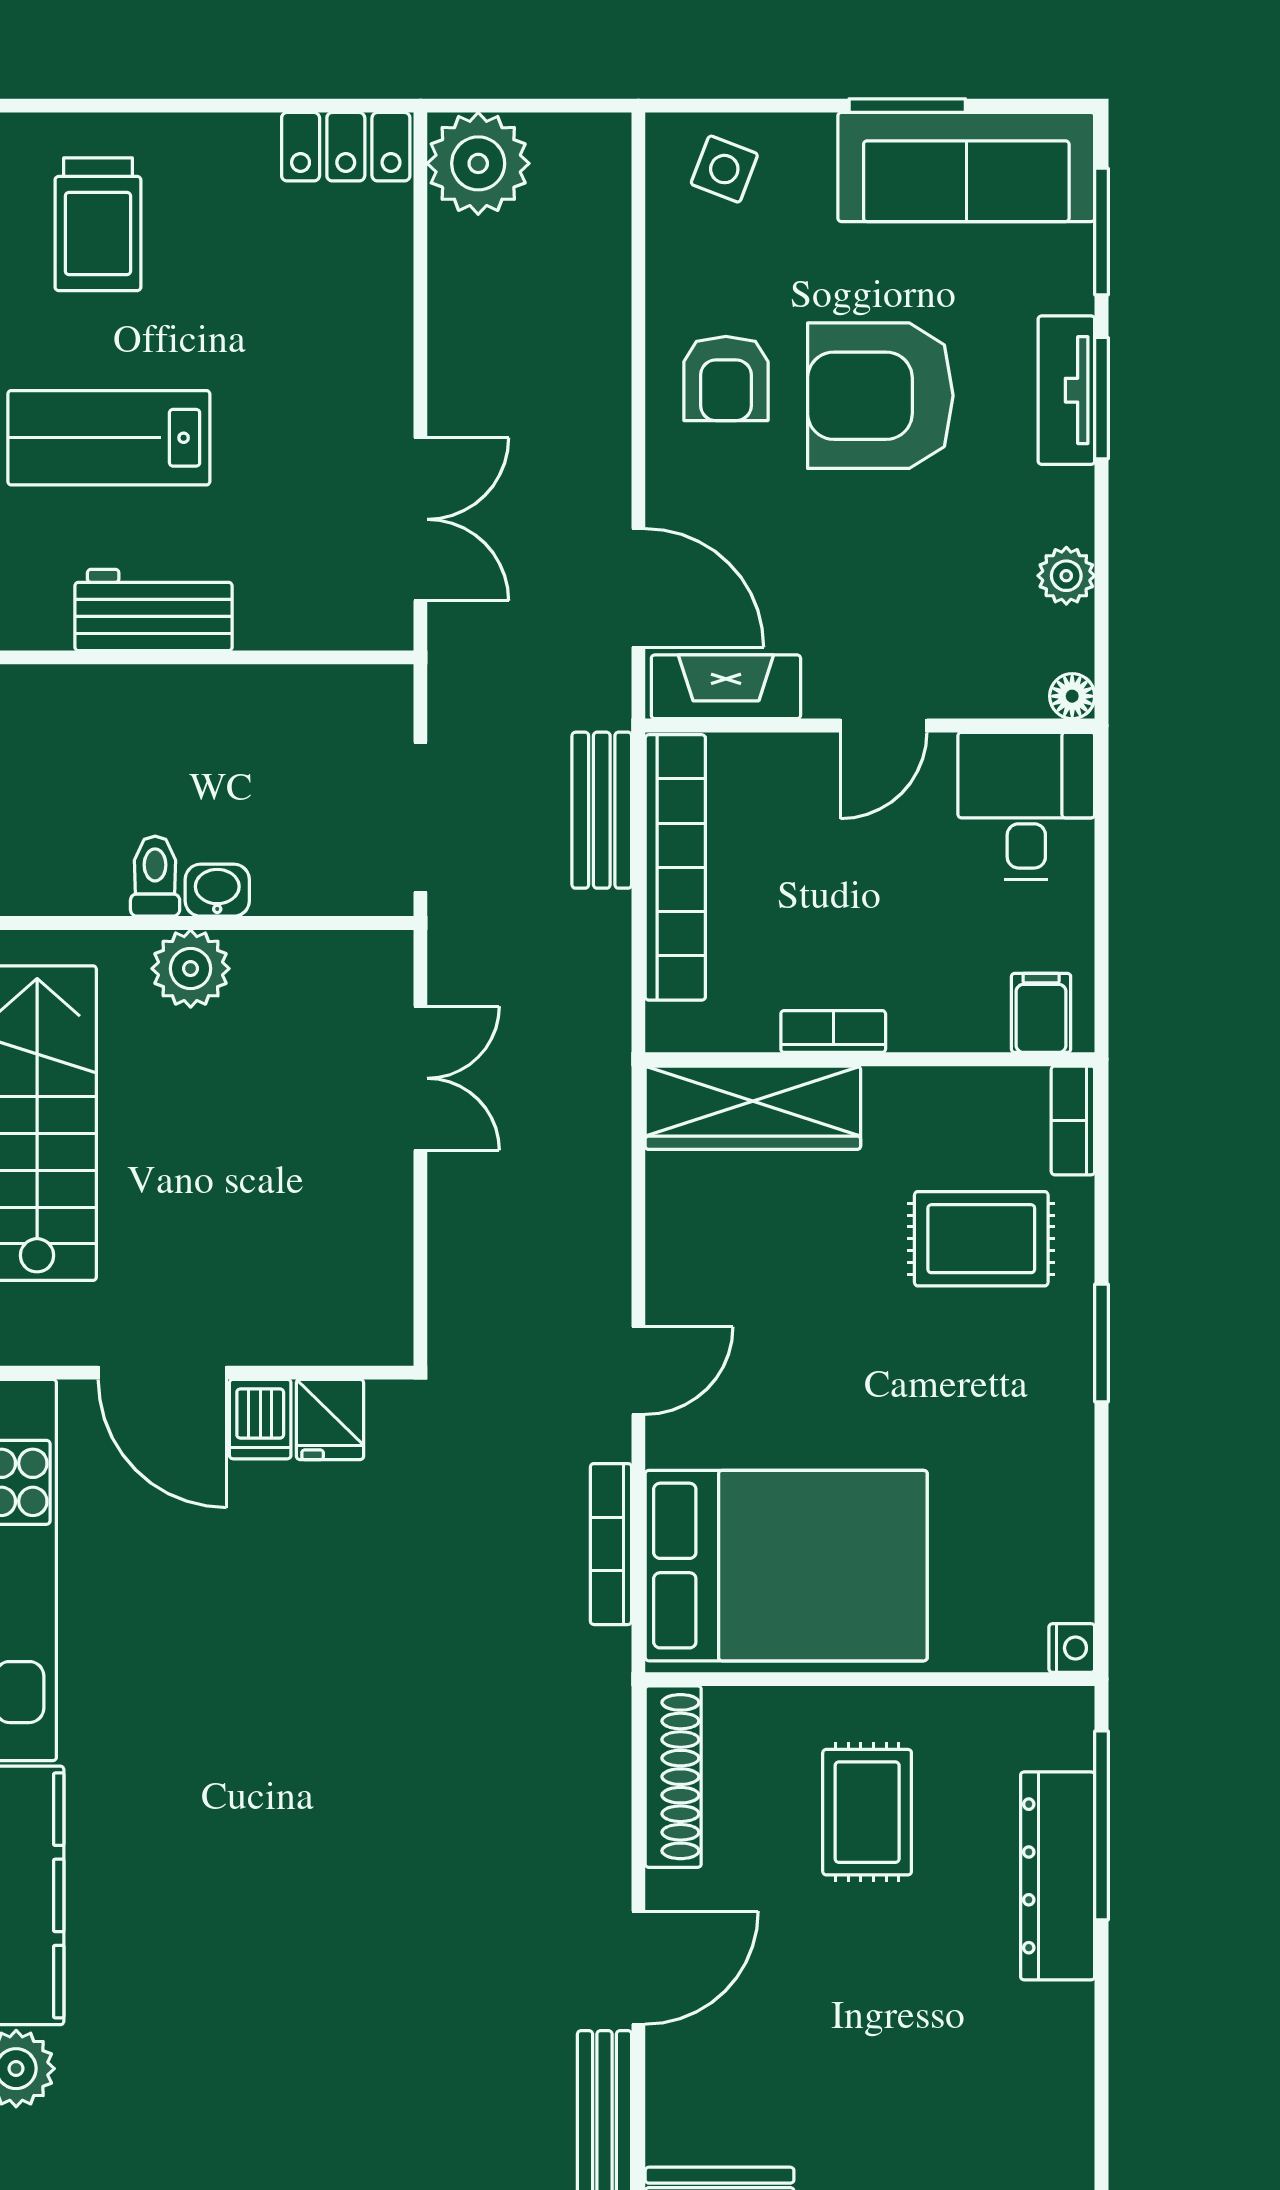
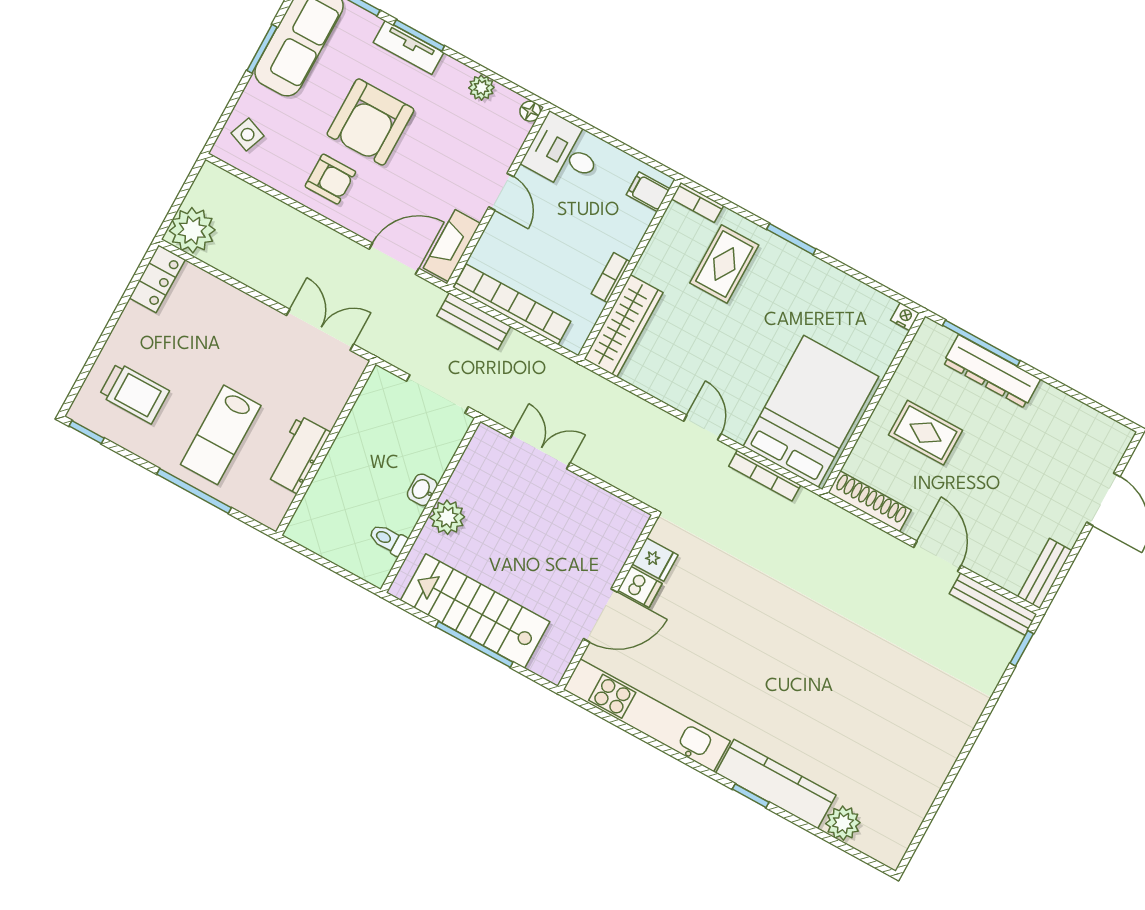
toilet: (155, 876) -> (388, 539), moved

